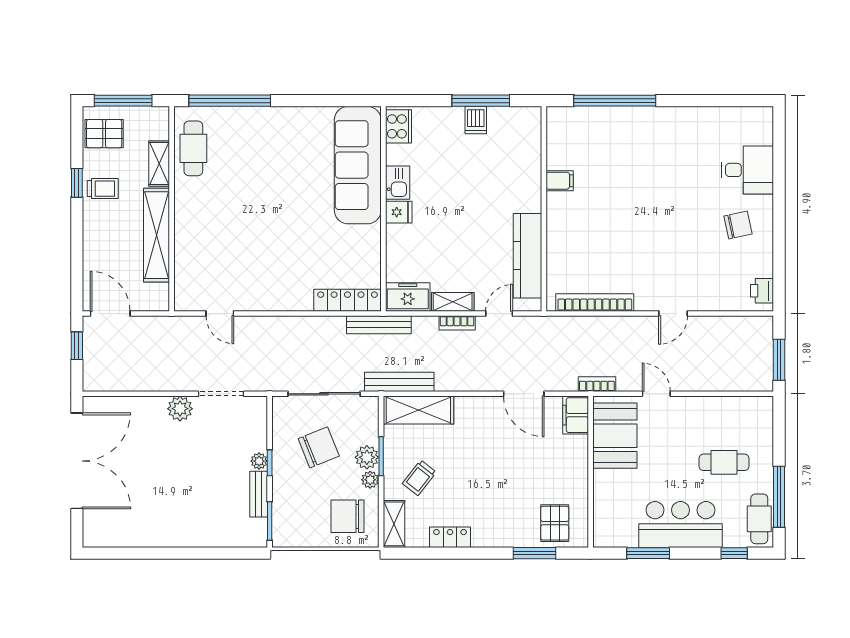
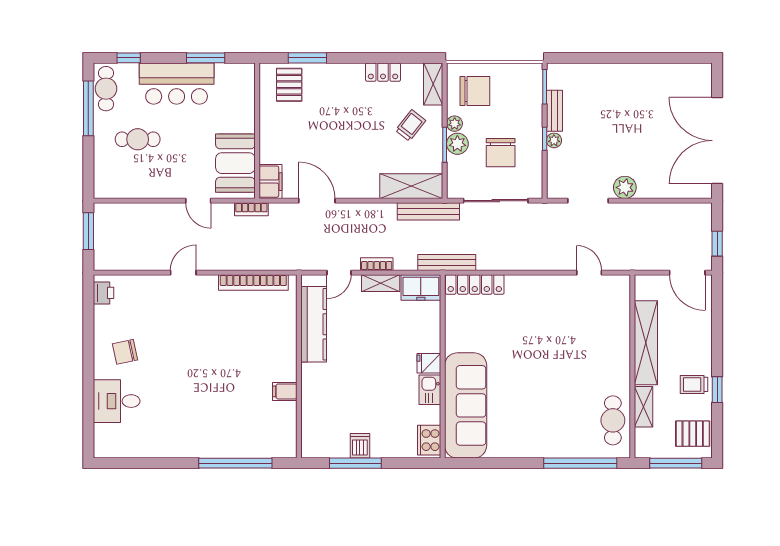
chair: (319, 447) -> (501, 153), turned -68

